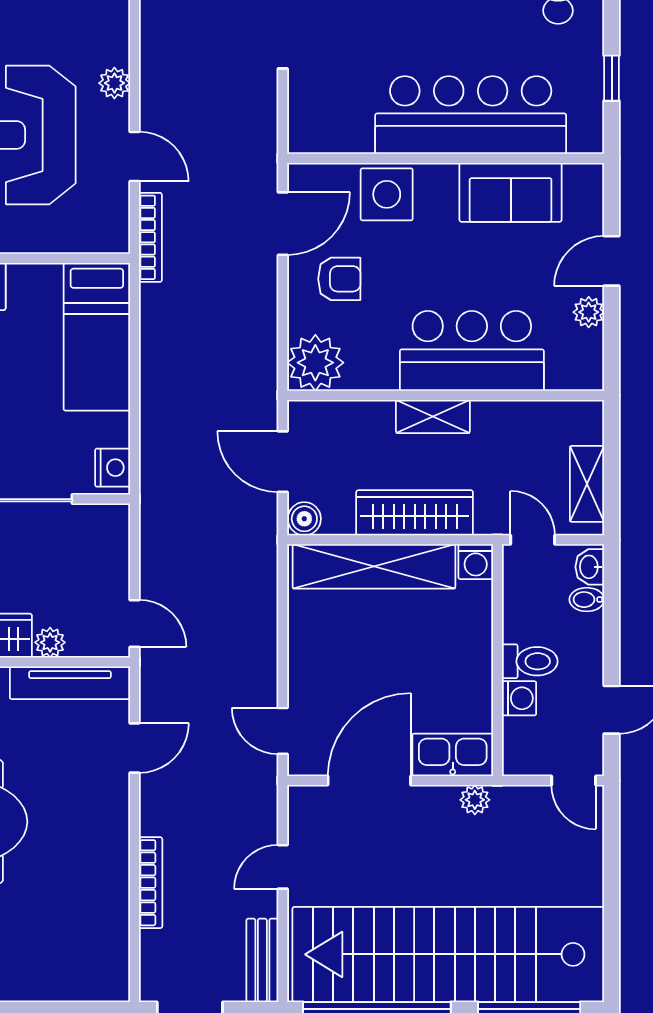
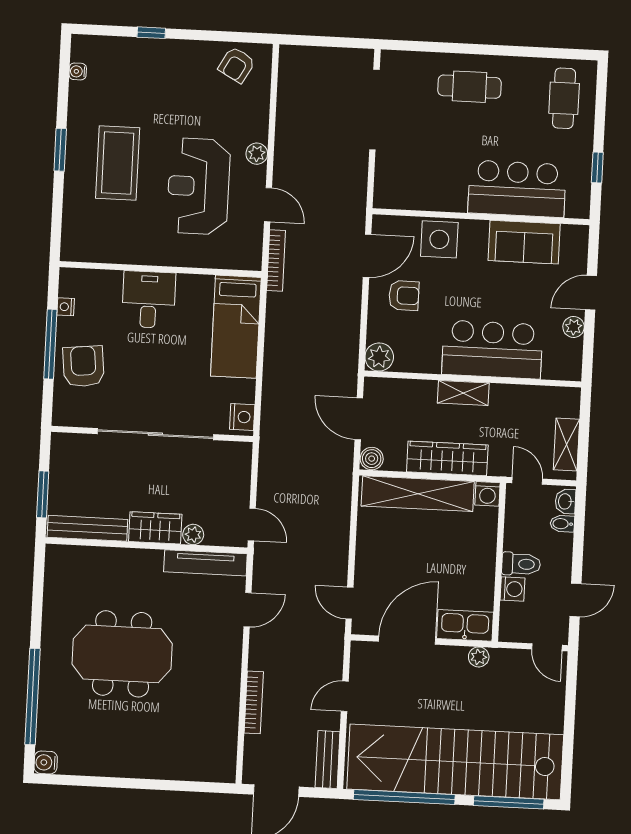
bar counter: (471, 115) -> (517, 189), width x0.73
plant: (315, 363) -> (379, 357), width x0.73, depth x0.73

